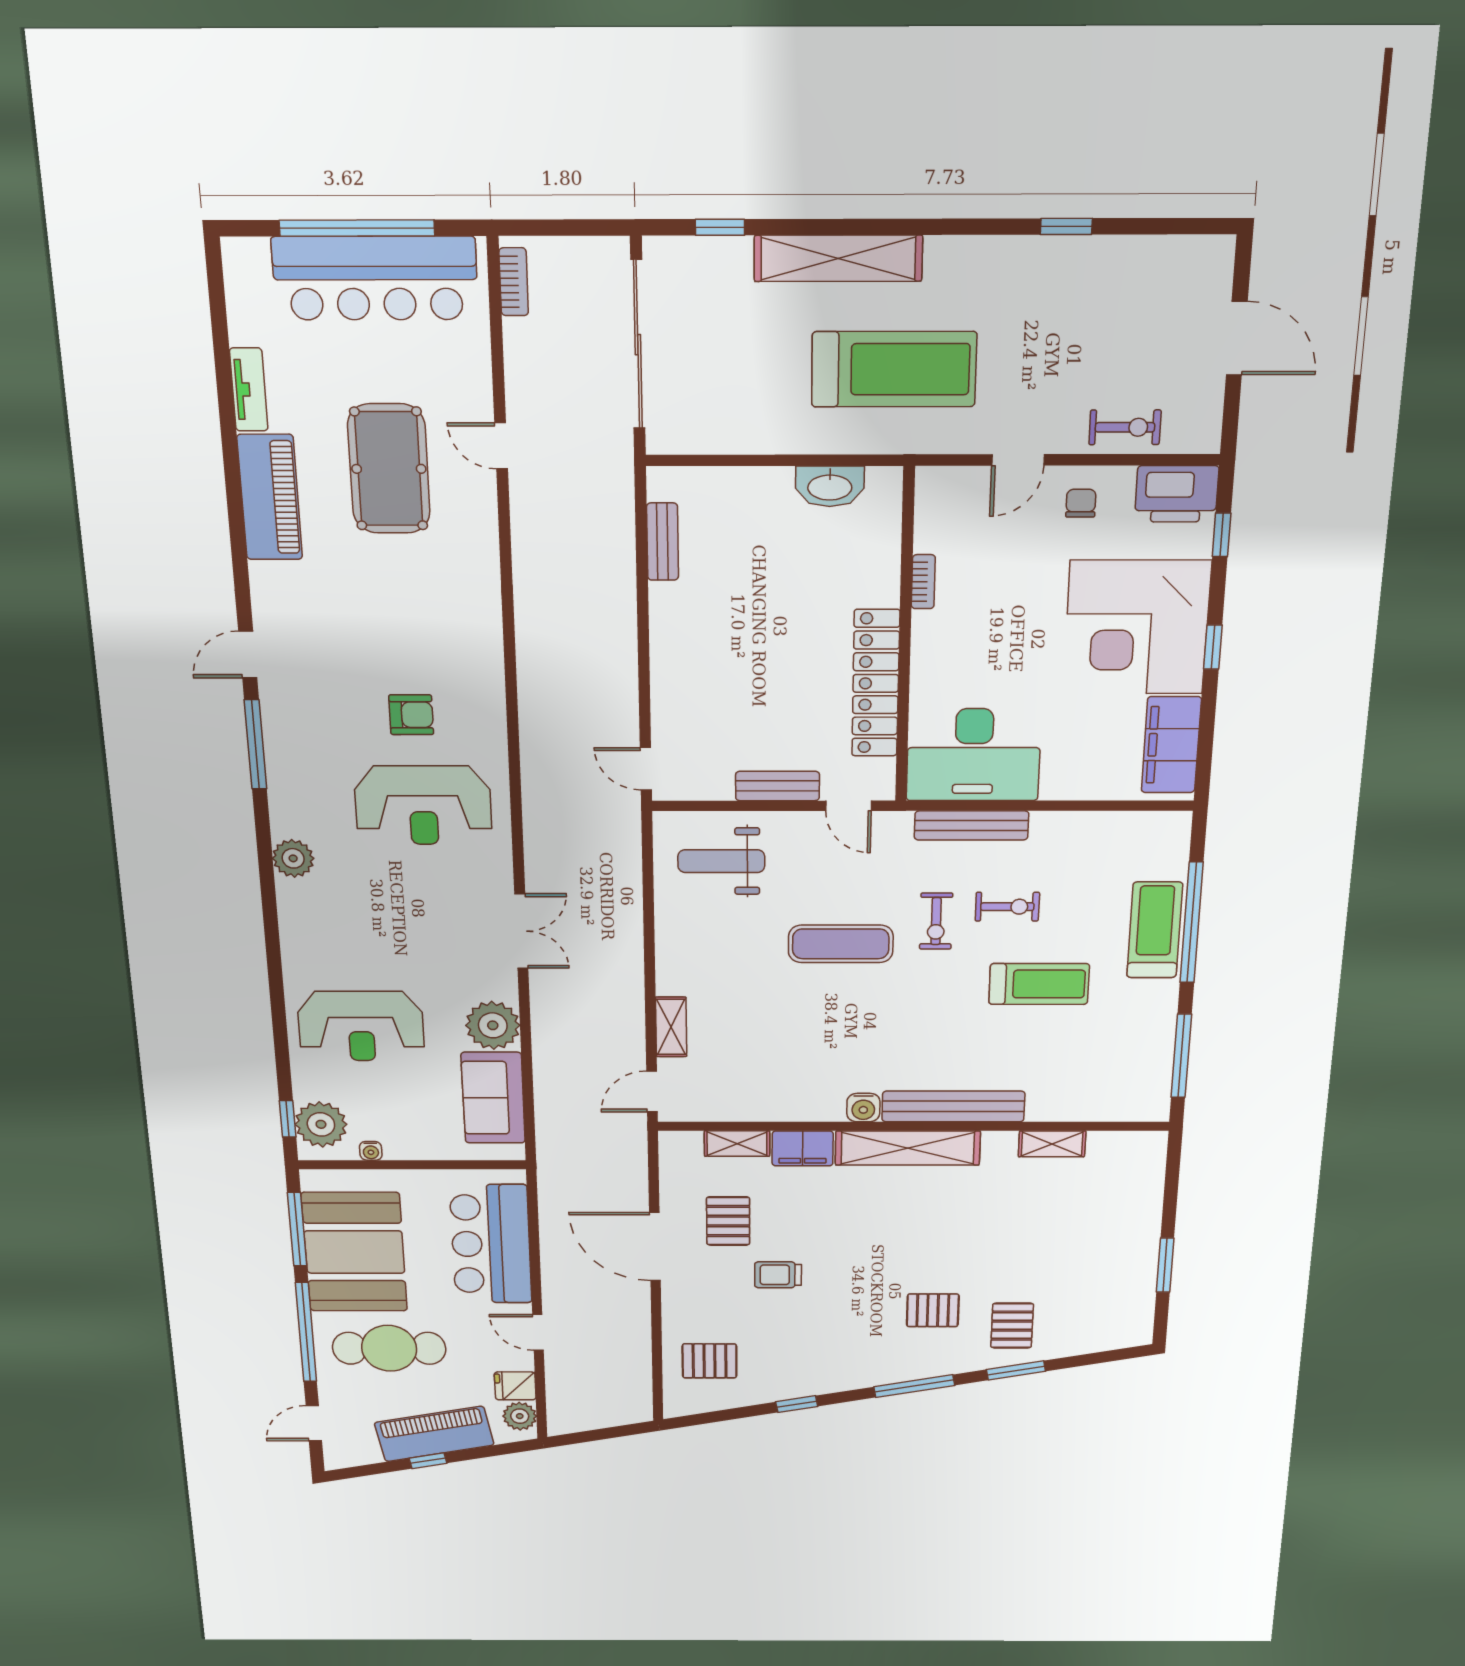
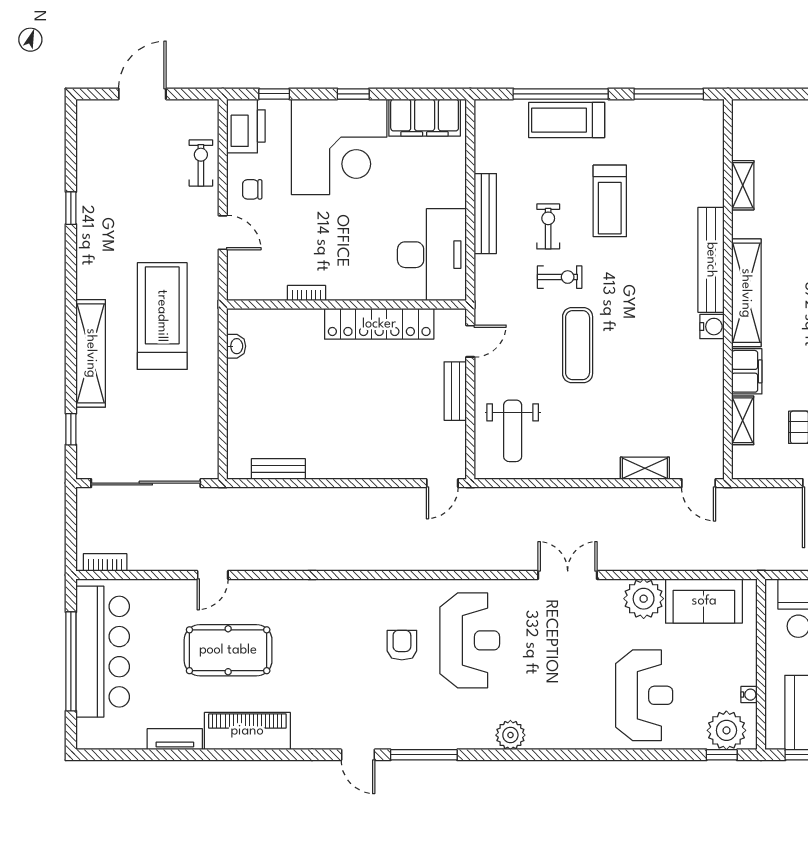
washbasin: (830, 486) -> (236, 346), width x0.52, depth x0.69
bench: (971, 825) -> (485, 214), moved
treadmill: (1039, 984) -> (610, 201), turned 180

